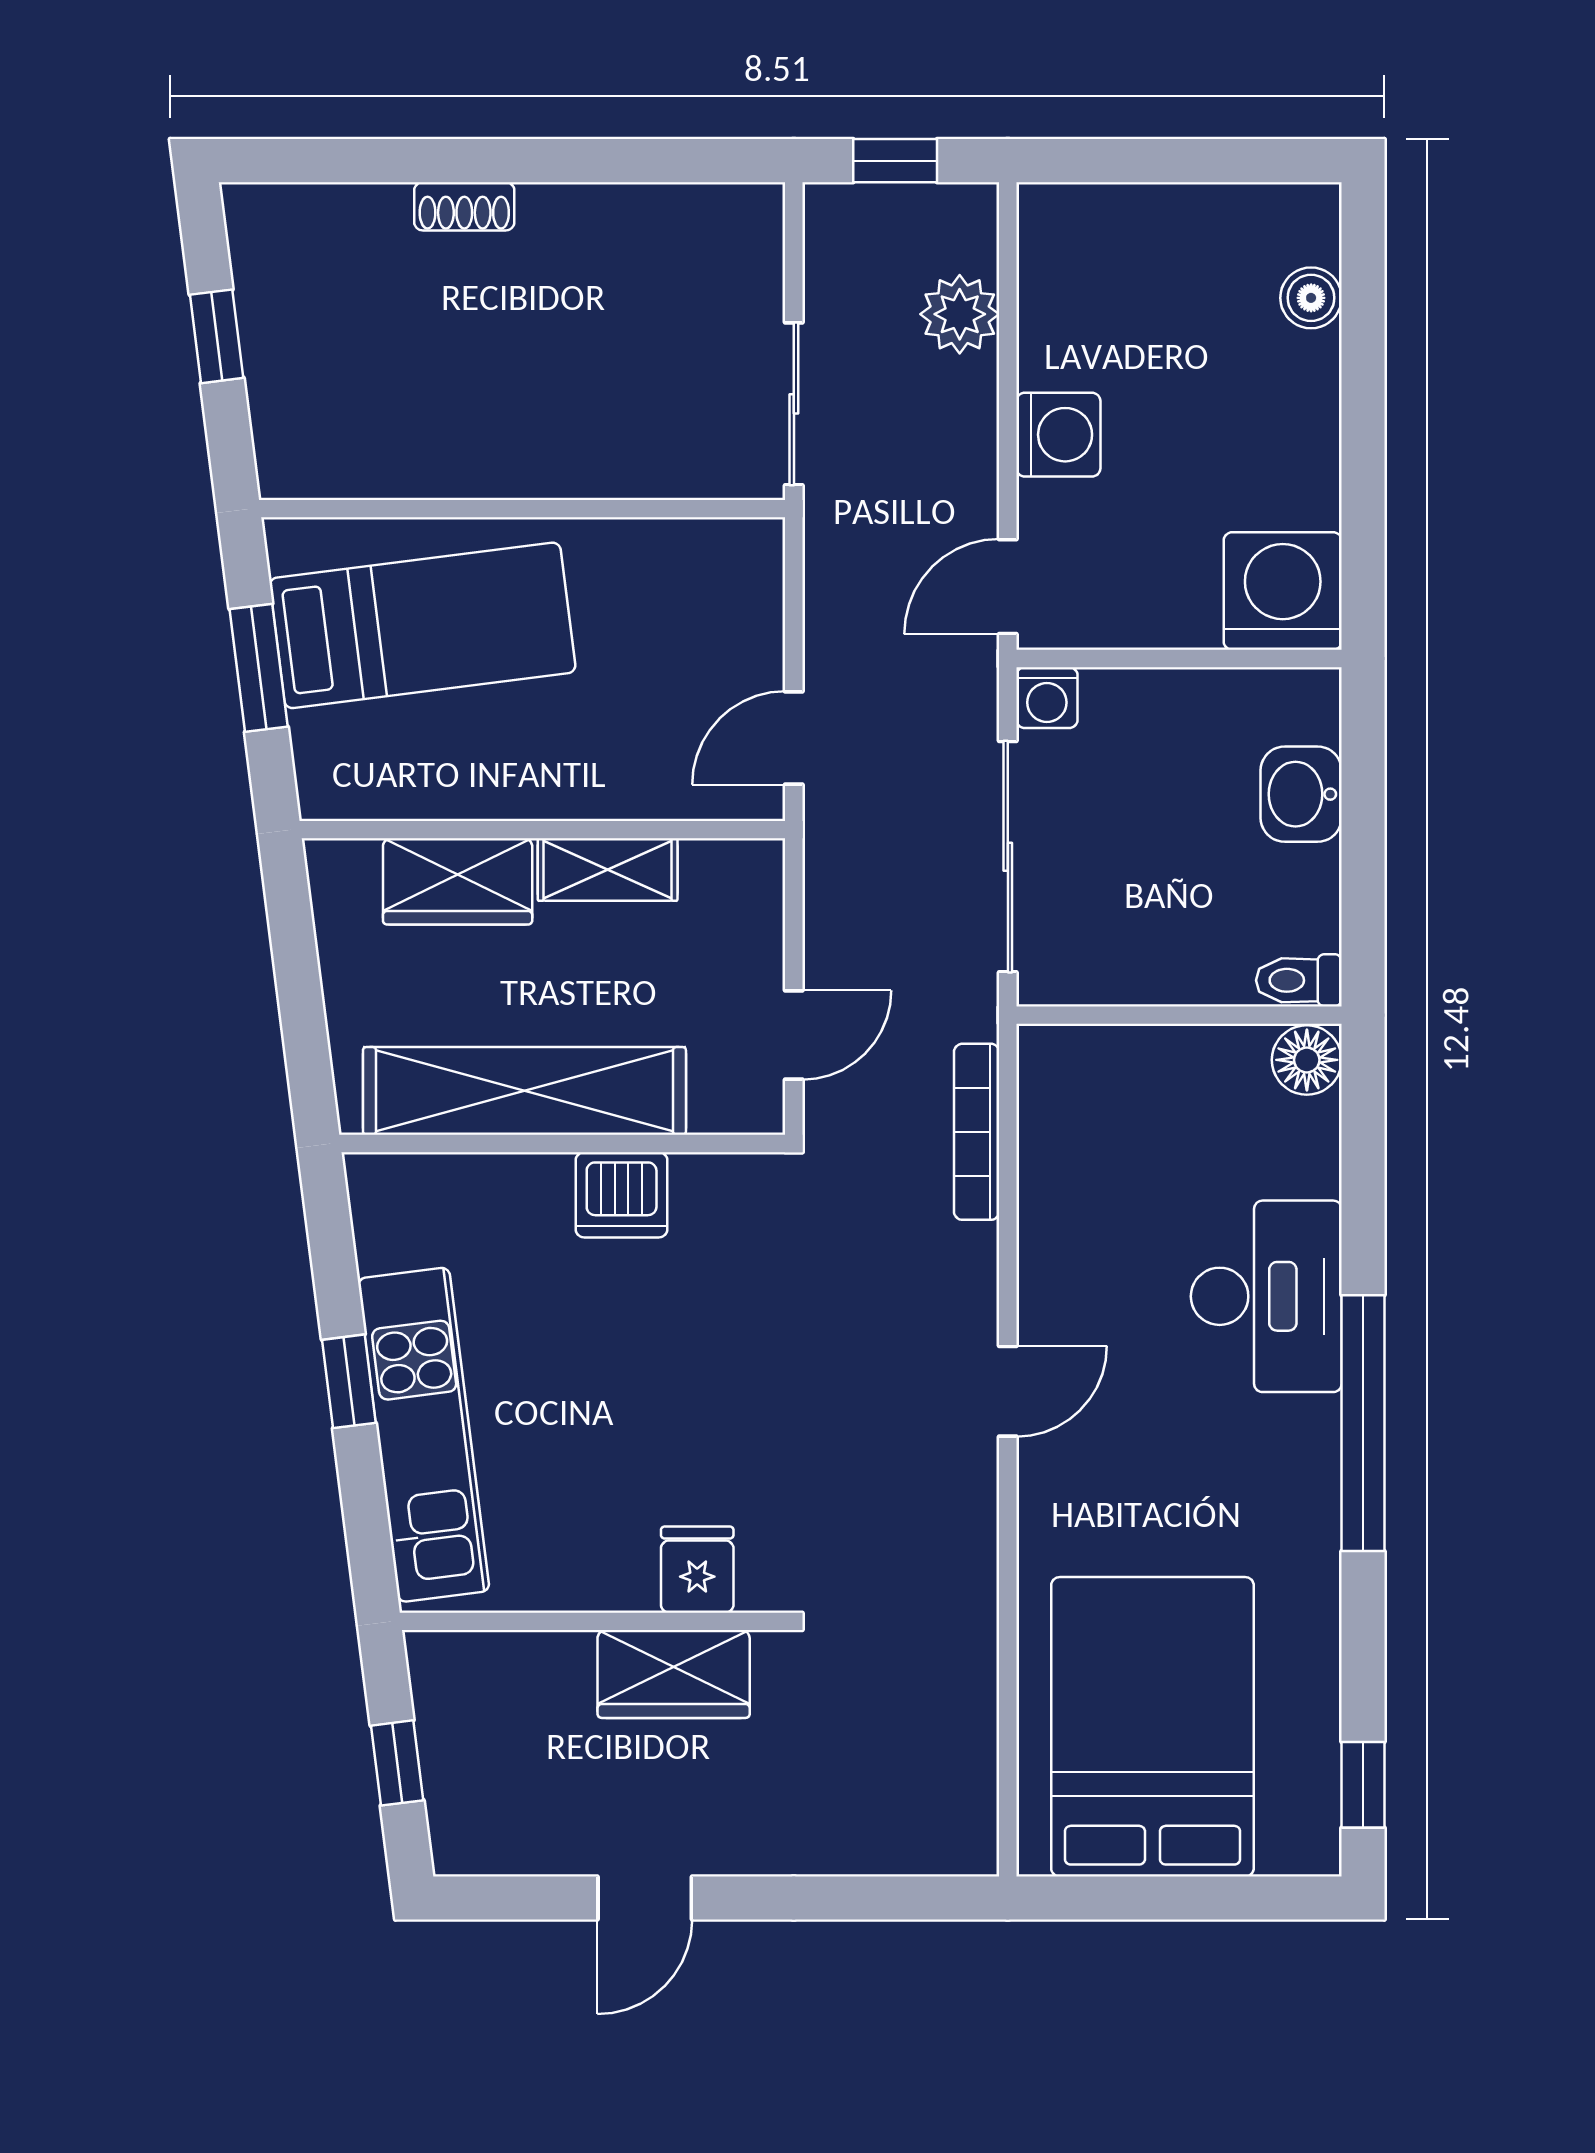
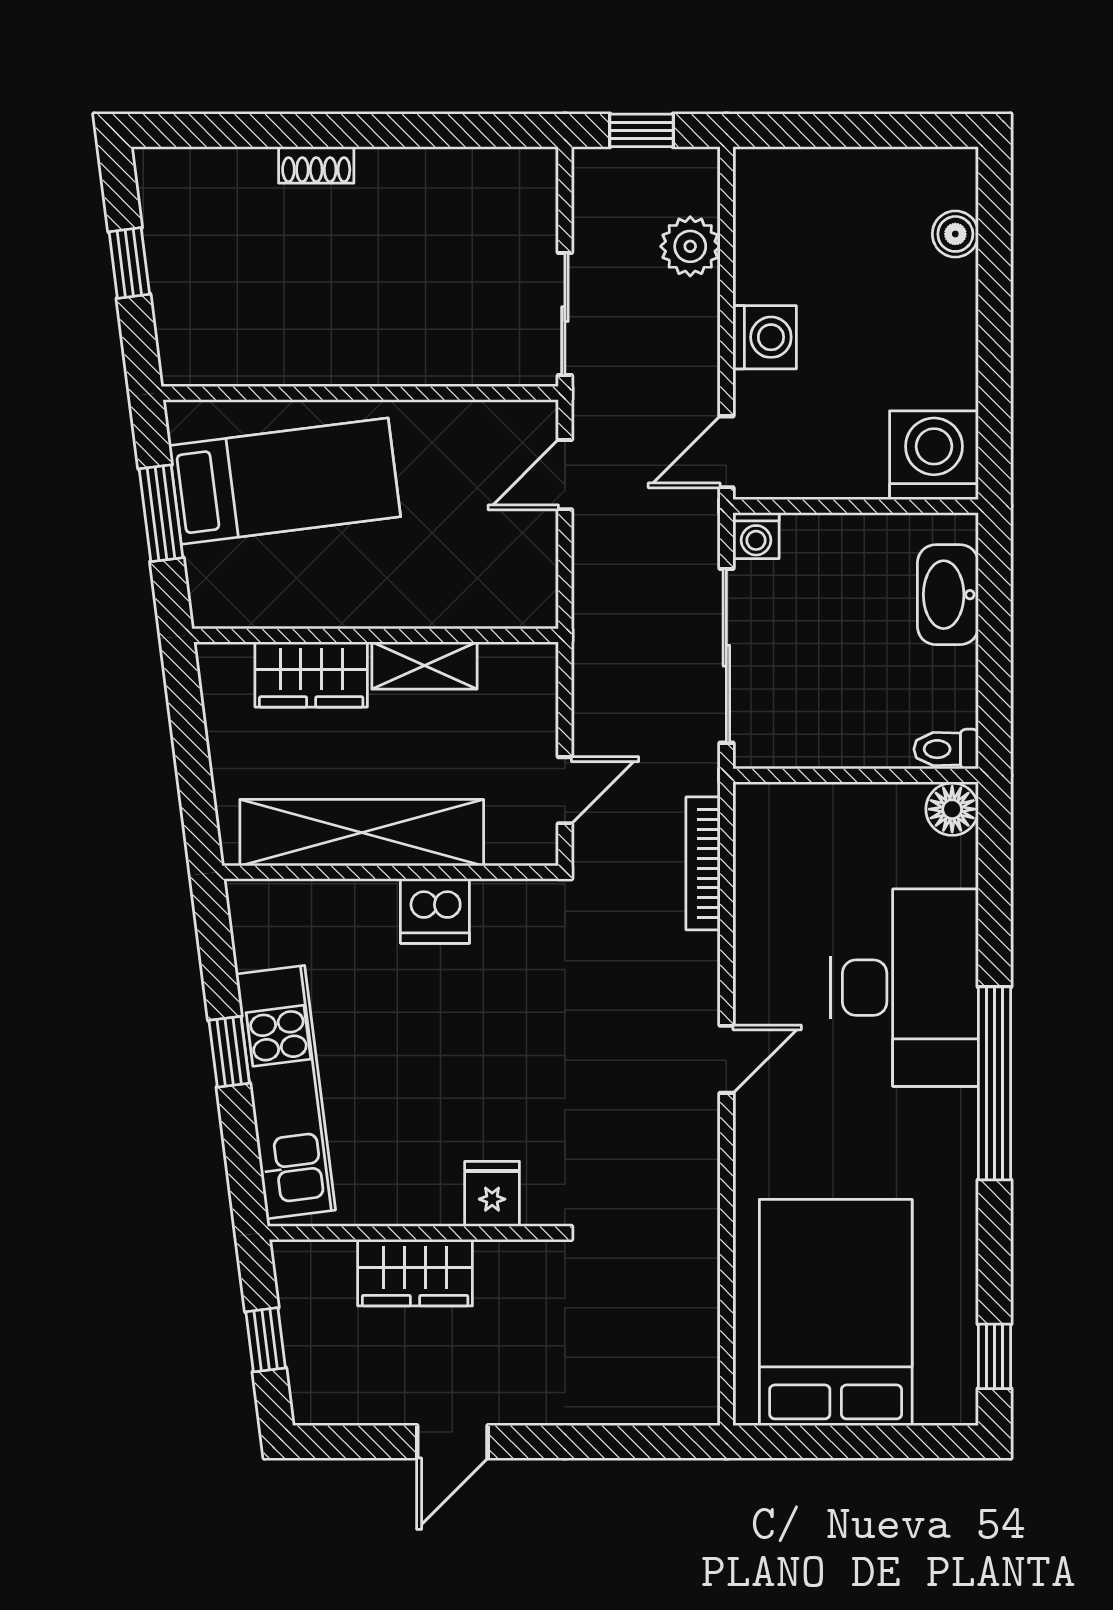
door: (794, 738) -> (565, 475), moved
washbasin: (1301, 794) -> (948, 595), width x1.38
desk: (1266, 1296) -> (905, 988), width x1.36, depth x1.30
wardrobe: (674, 1674) -> (415, 1273), moved

